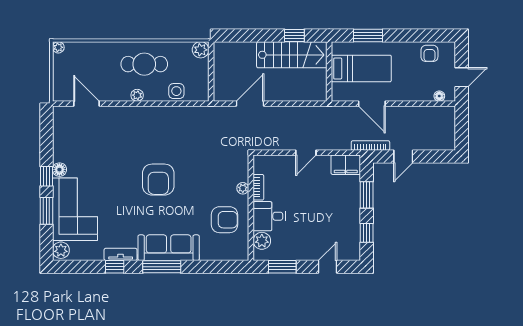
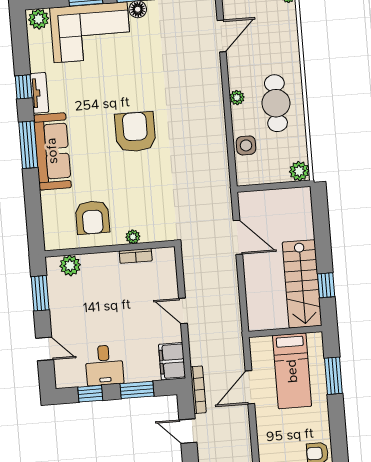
armchair: (158, 180) -> (135, 132), turned 90
desk: (269, 216) -> (104, 365), moved, turned 180

